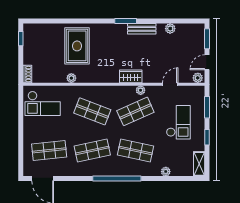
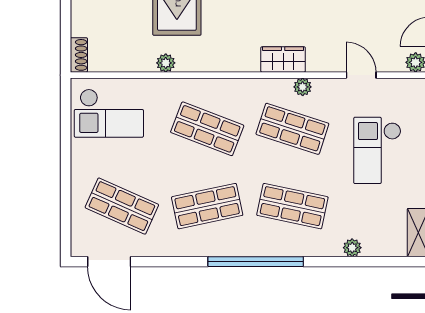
door: (170, 84) -> (361, 75), hinge flipped
shop shelf: (135, 111) -> (292, 129), turned 42
checkout: (178, 122) -> (377, 150), turned 180
shop shelf: (49, 150) -> (122, 206), turned 30

